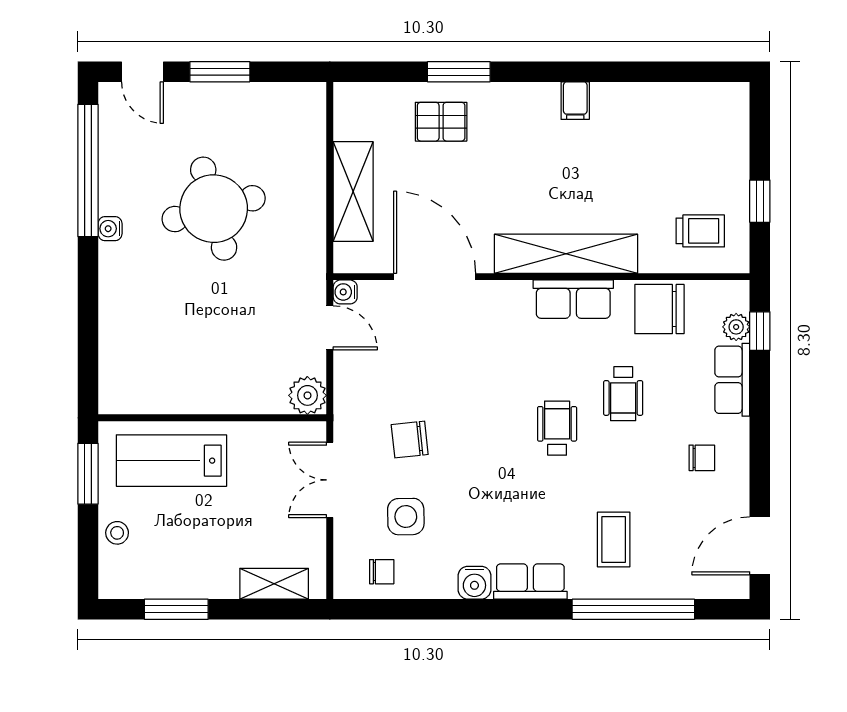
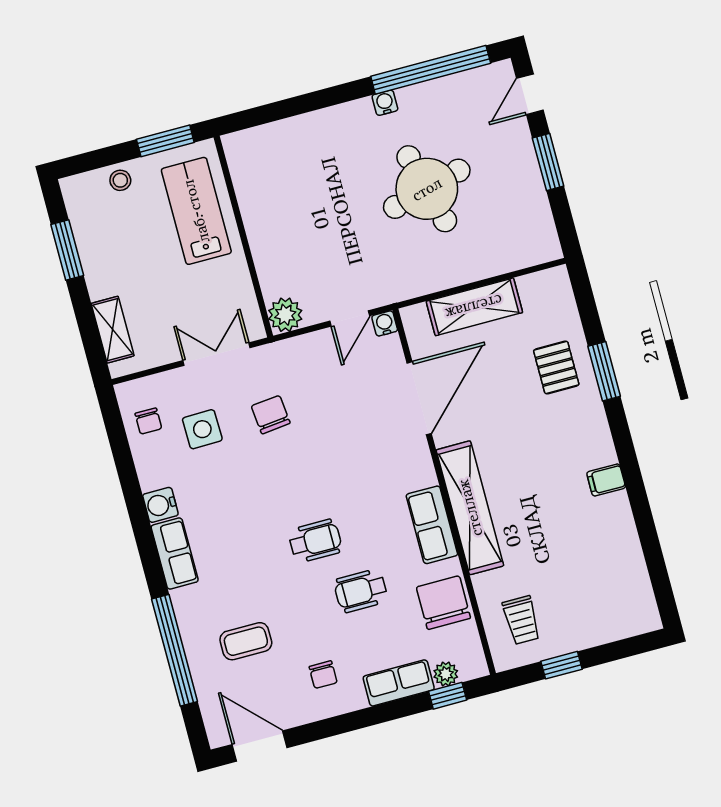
coffee table: (614, 539) -> (246, 641), moved

